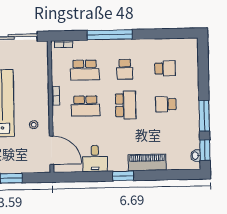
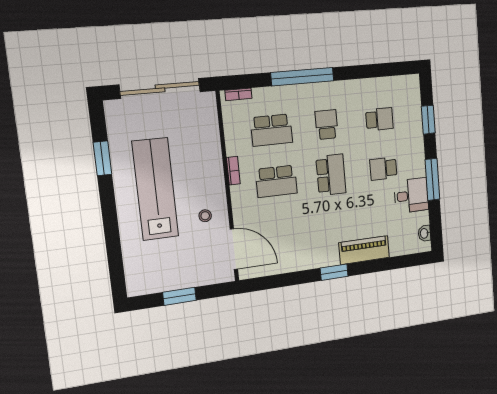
school desk: (125, 69) -> (327, 125), turned 180
window: (205, 150) -> (428, 120), moved
desk: (95, 159) -> (411, 195), moved, turned -90

